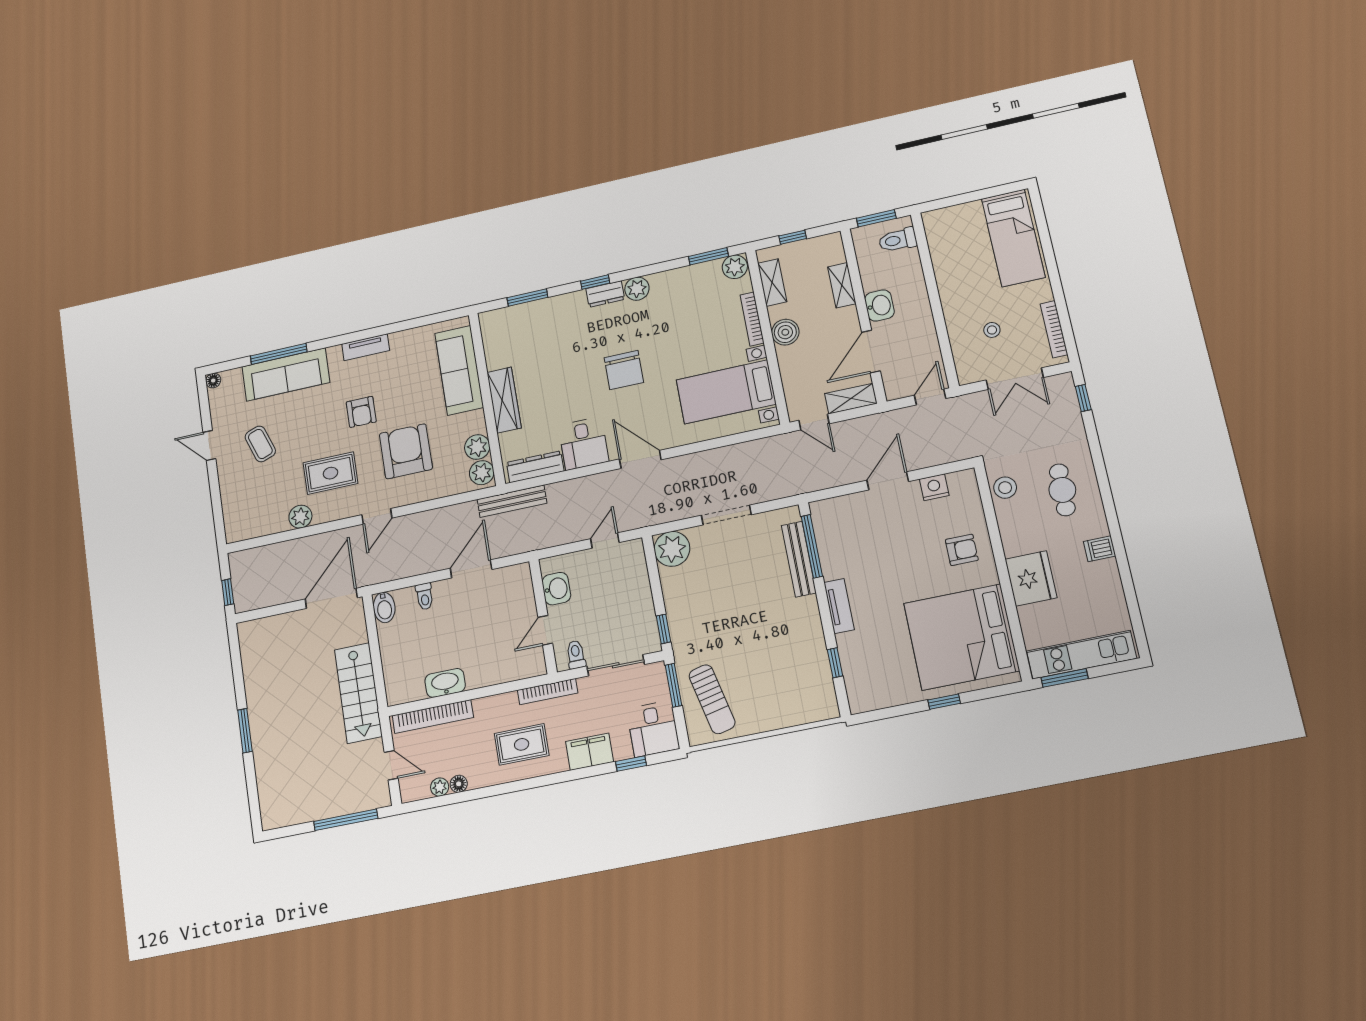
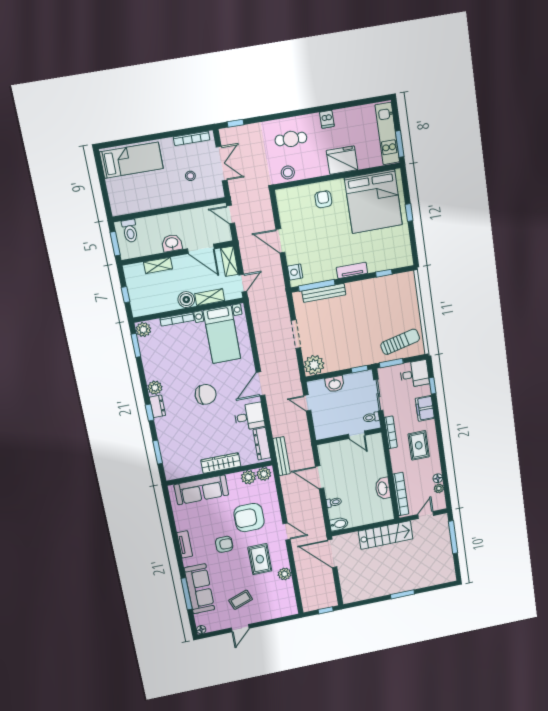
shelving: (772, 282) -> (210, 297), moved
nightstand: (934, 487) -> (295, 272), moved
washbasin: (556, 589) -> (335, 384), moved, turned 180

